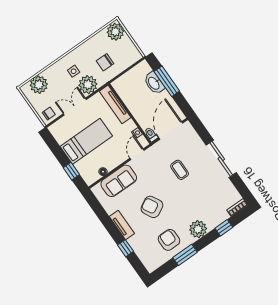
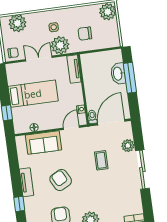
tv unit: (115, 104) -> (74, 69), width x0.71
plant: (197, 144) -> (128, 146), added

